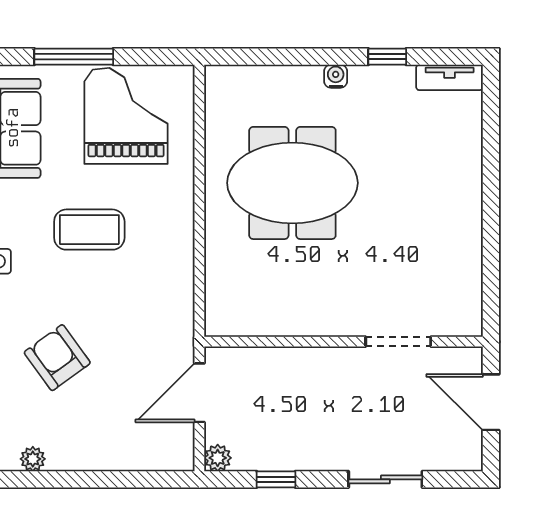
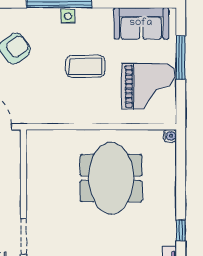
water cooler: (336, 76) -> (170, 136), moved
coffee table: (89, 230) -> (85, 66), turned 90

